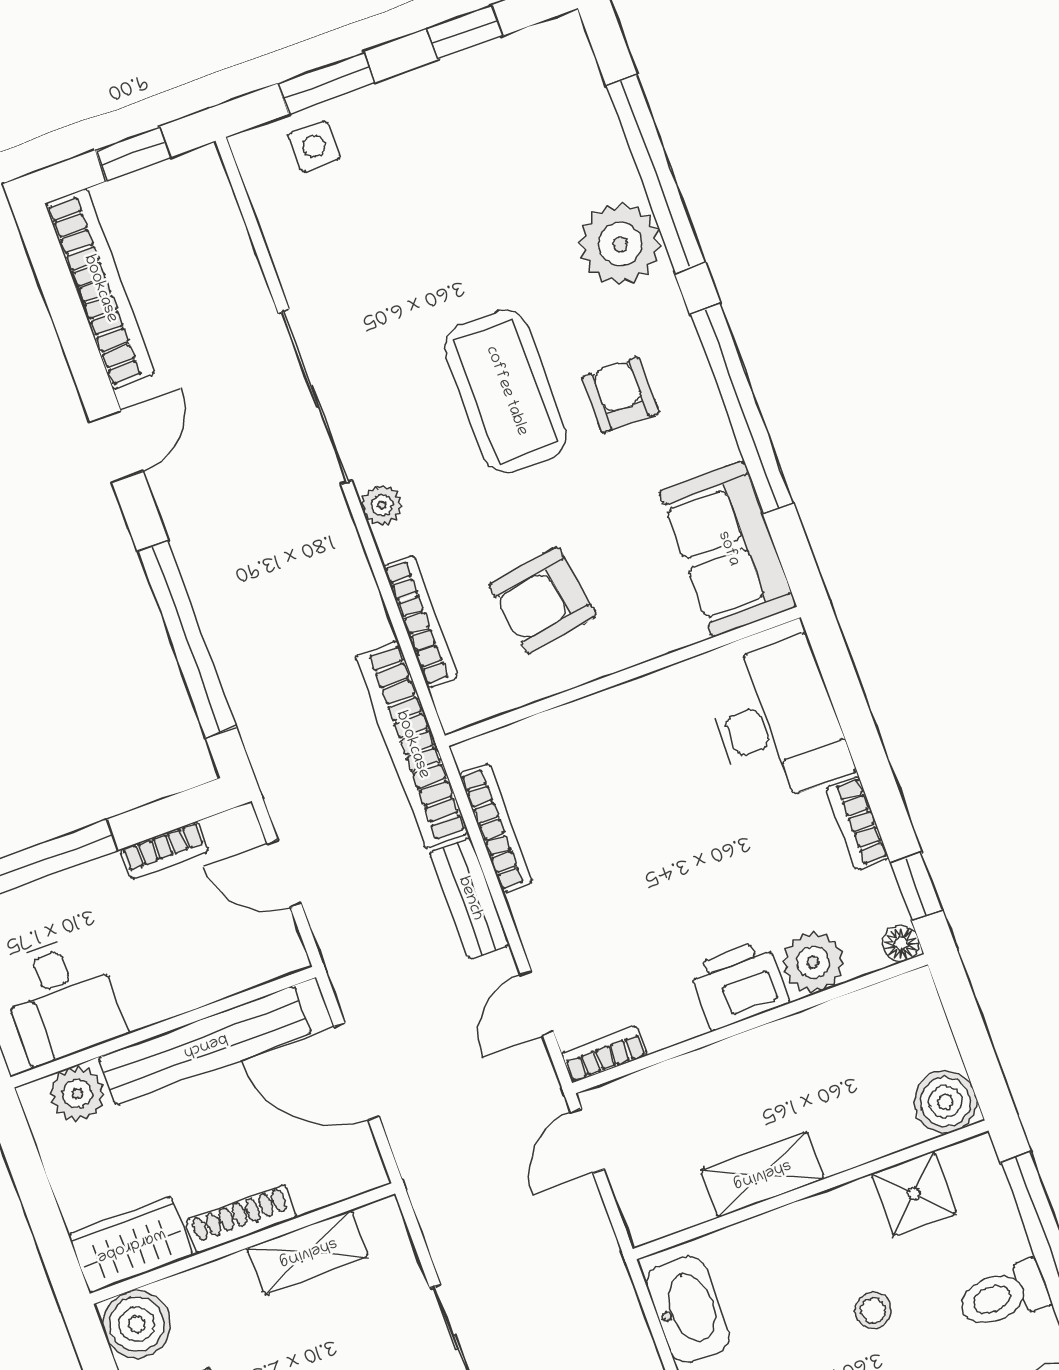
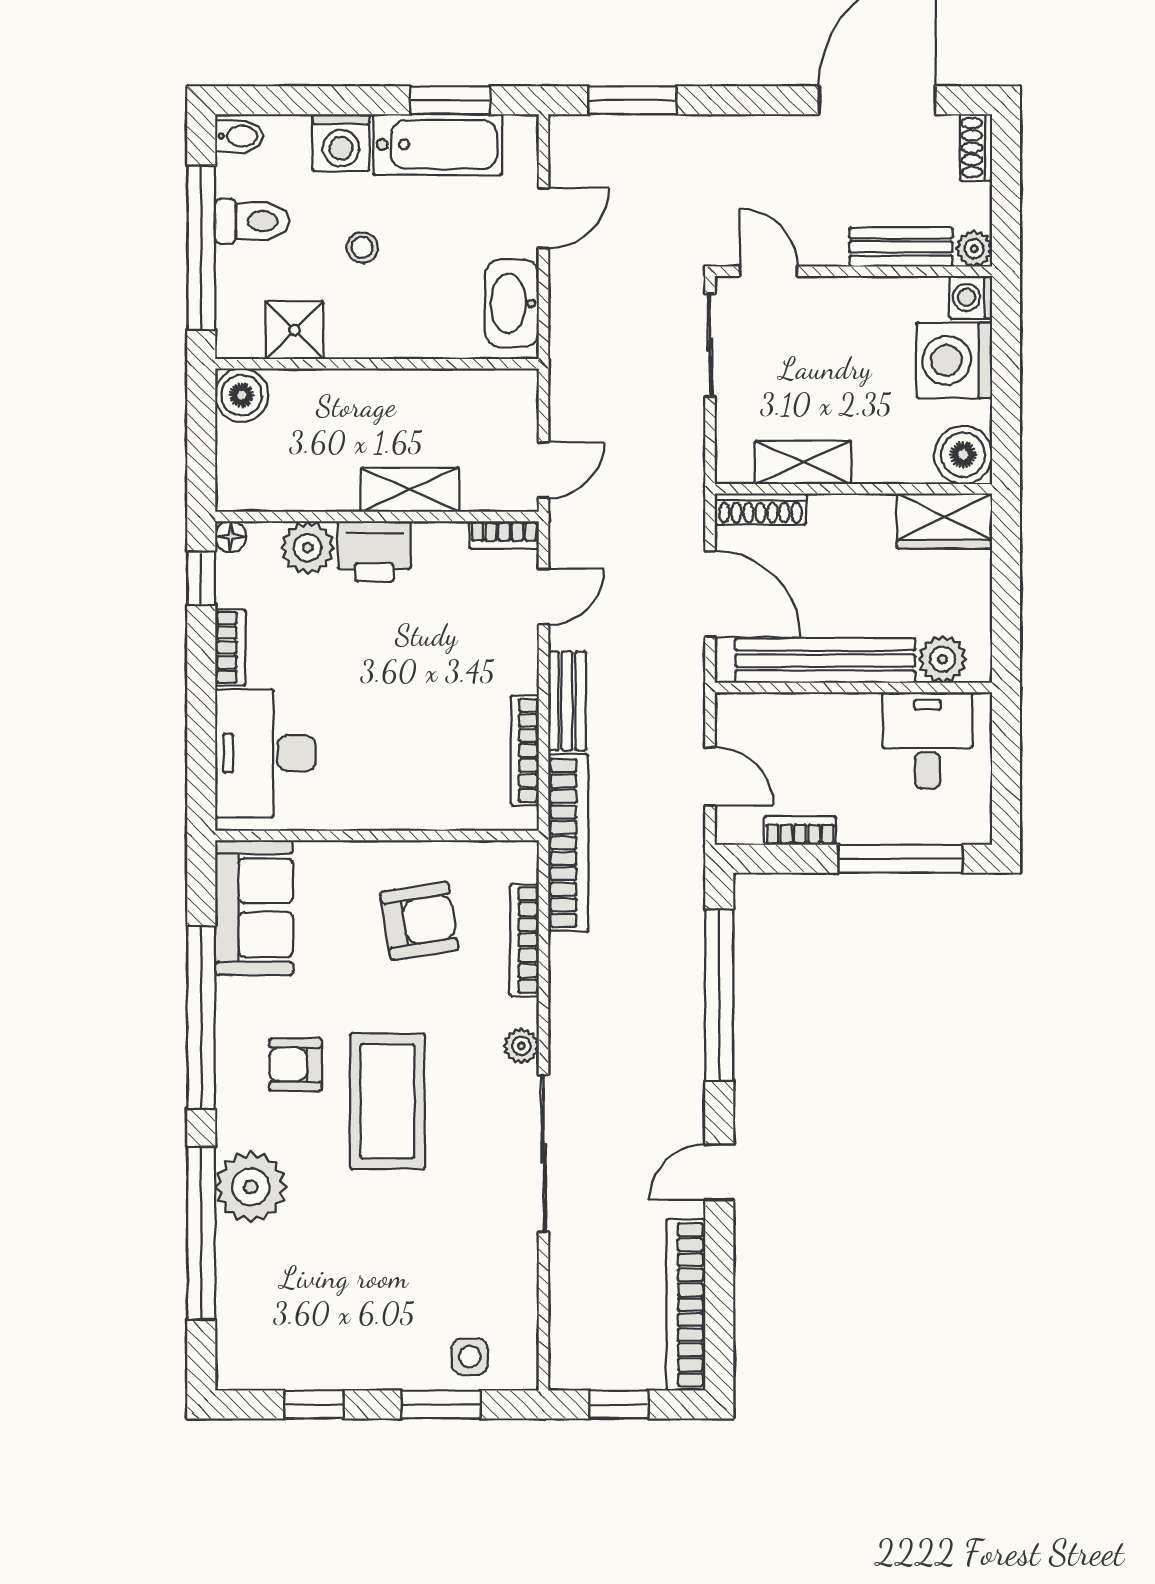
armchair: (620, 395) -> (296, 1065), turned 90
shelving: (762, 1174) -> (410, 490), moved
shoe rack: (241, 1219) -> (760, 509), moved

